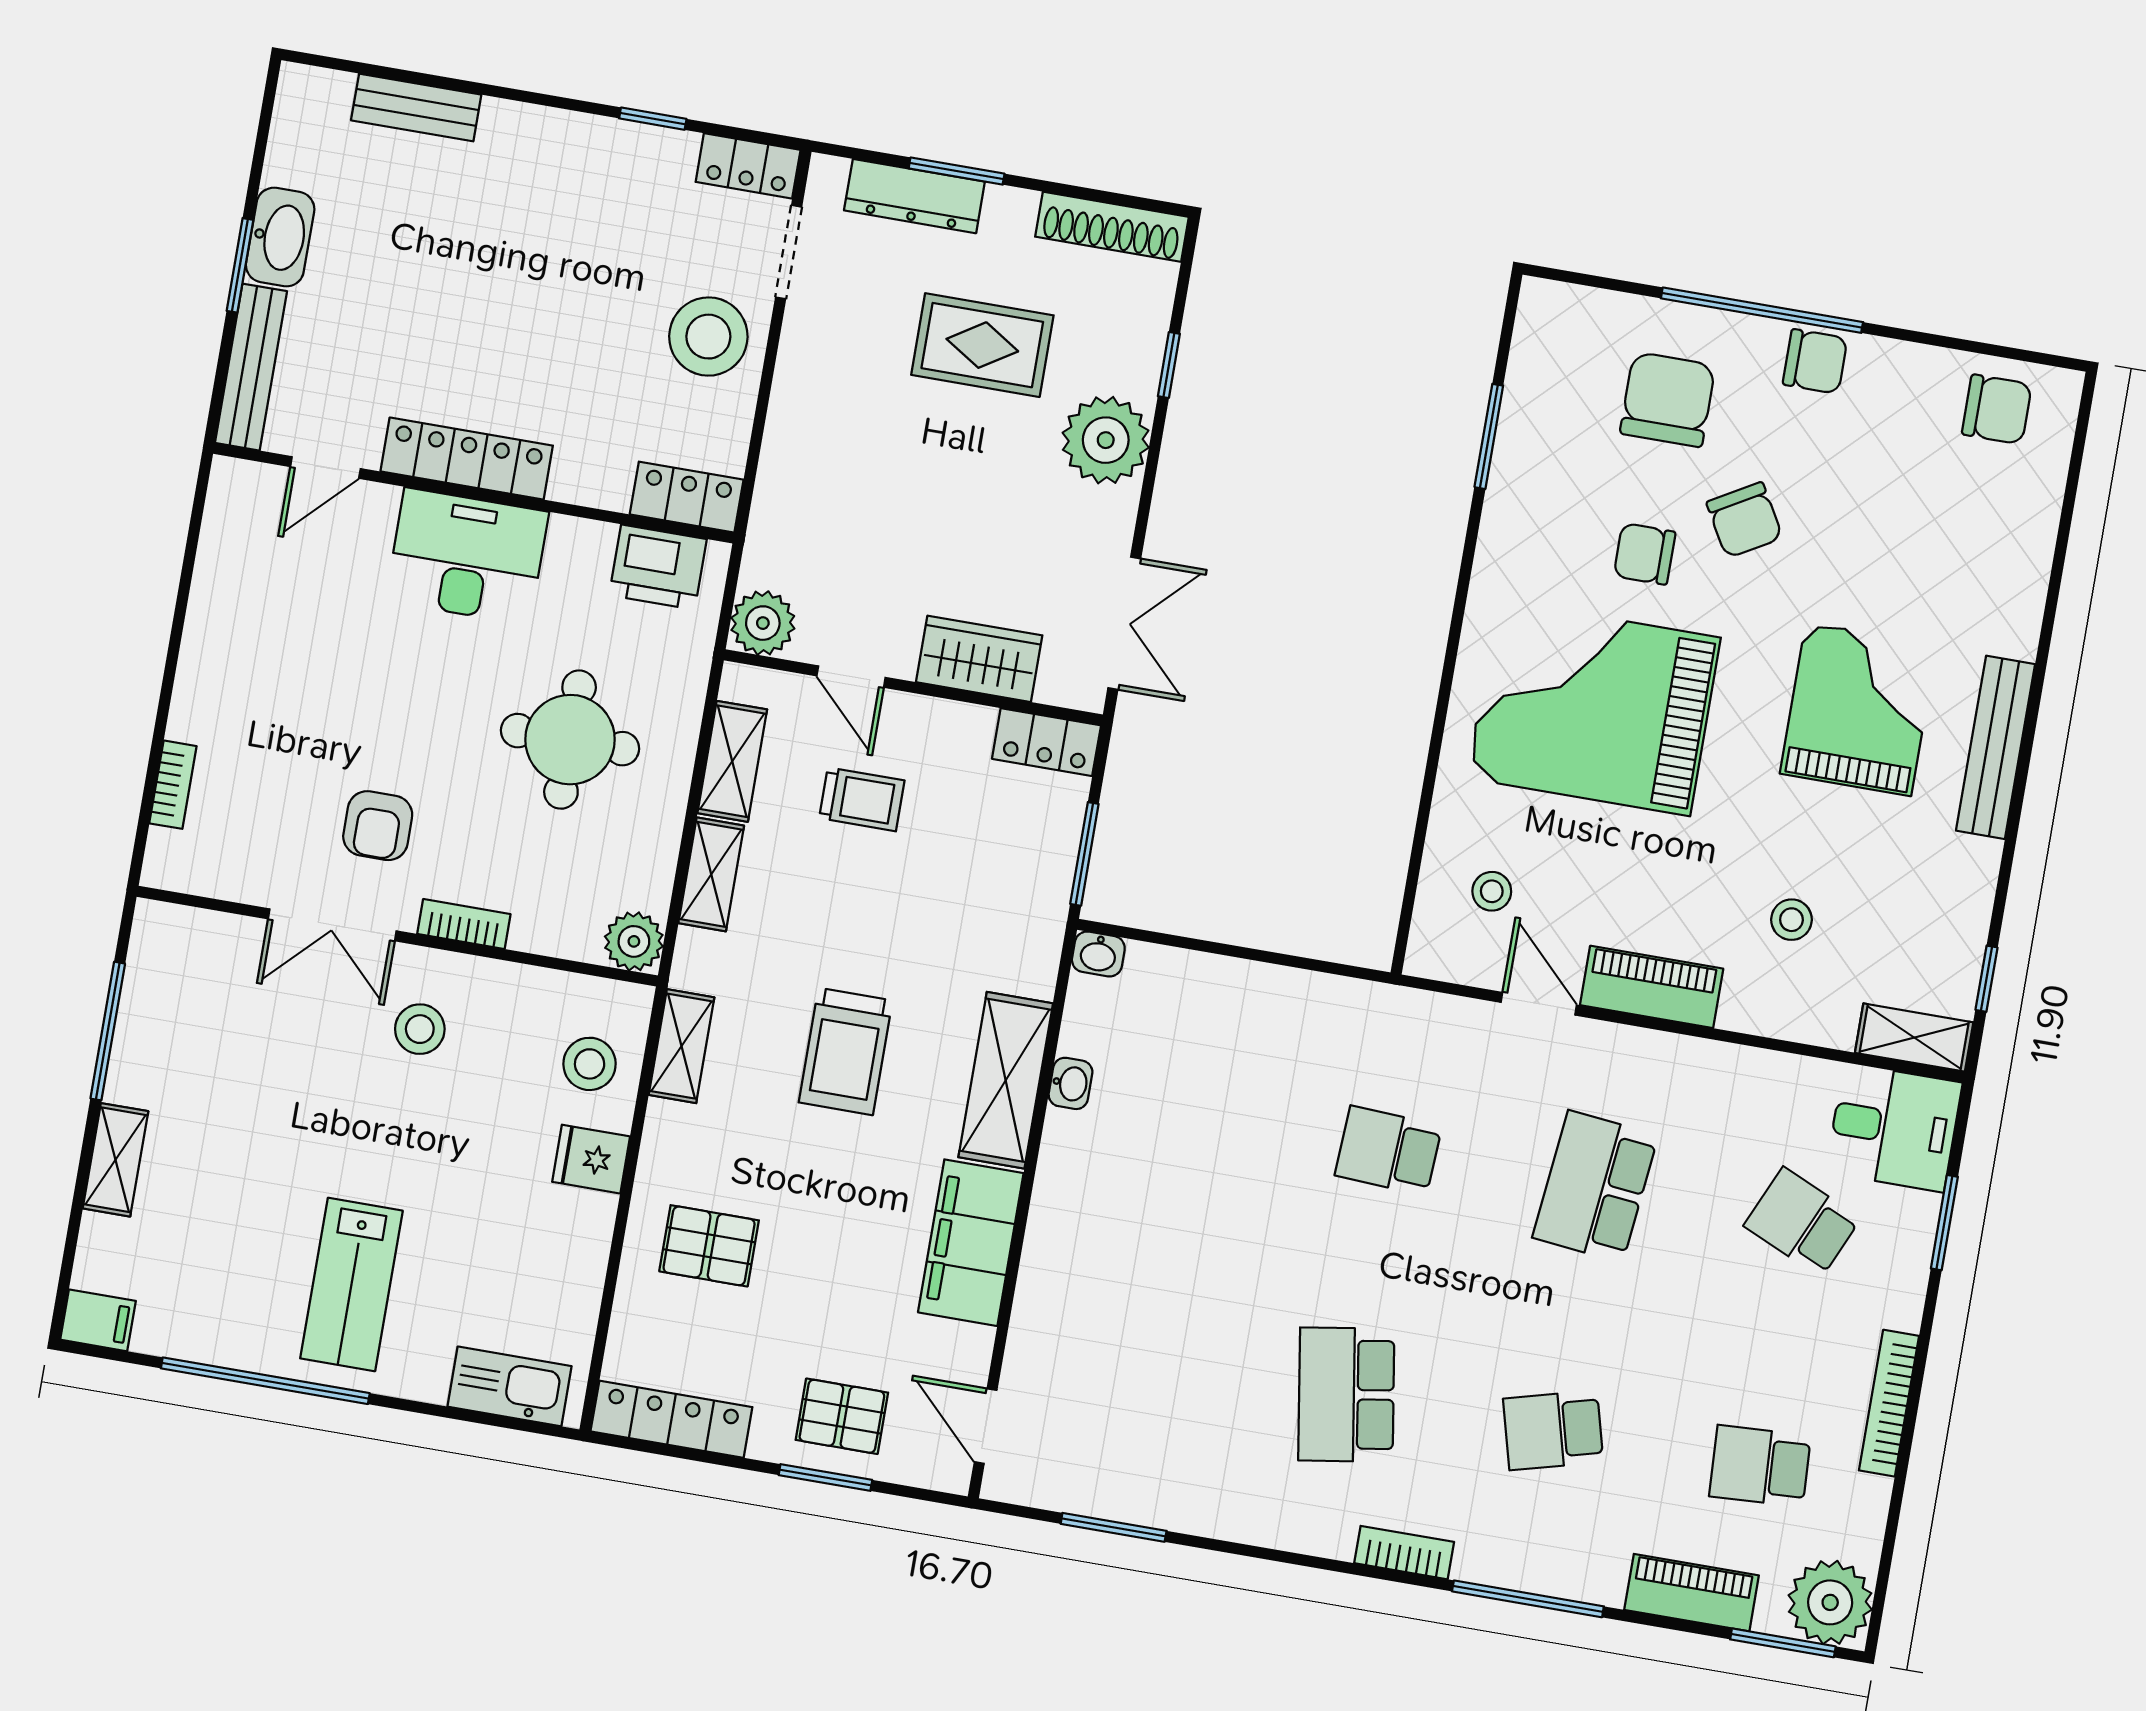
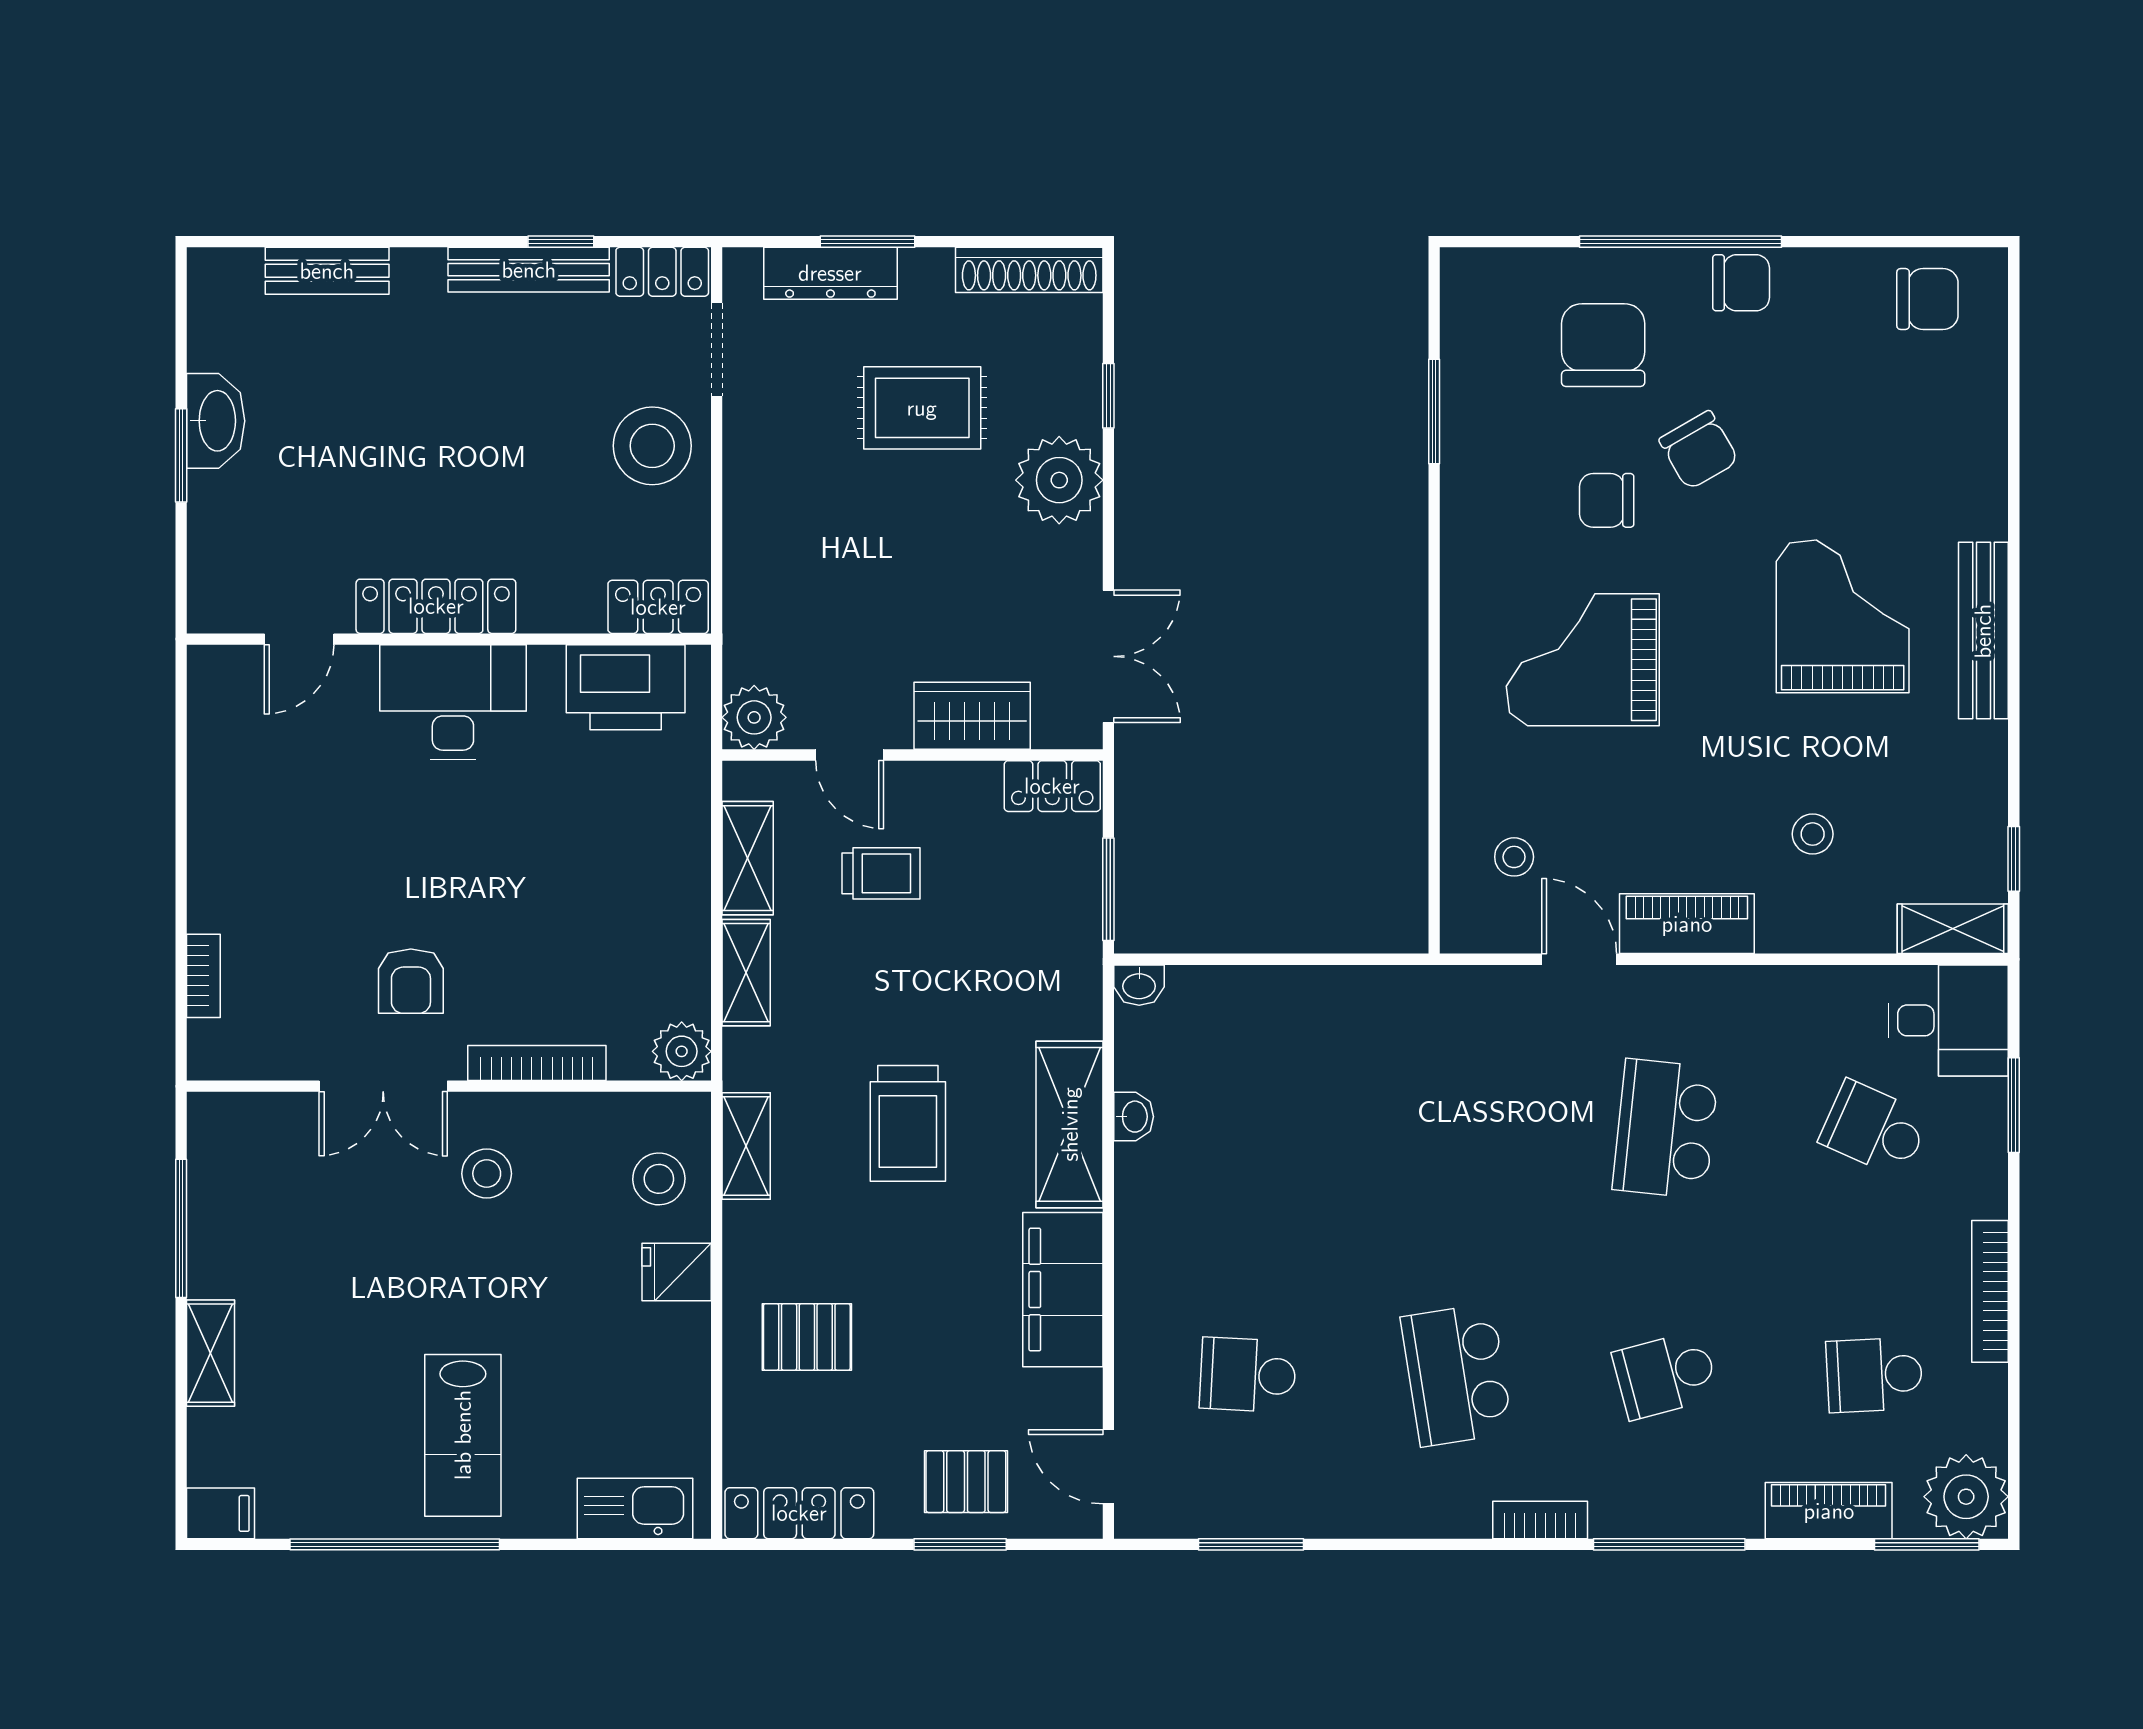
bench: (251, 367) -> (529, 270), moved, turned 90
printer: (658, 567) -> (626, 687), width x1.37, depth x1.19
grand piano: (1594, 708) -> (1583, 660), width x0.73, depth x0.68
round table: (570, 740) -> (585, 864), removed
bookcase: (464, 924) -> (537, 1063), width x1.56
school desk: (1388, 1151) -> (1248, 1375), moved

